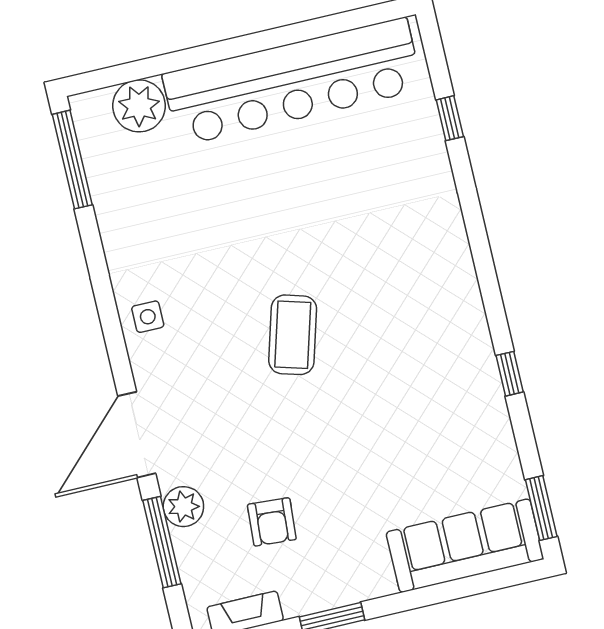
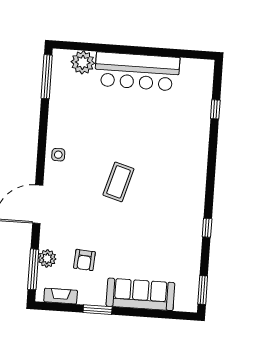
bar counter: (292, 82) -> (137, 71), width x0.73
plant: (183, 507) -> (47, 258), moved
window: (162, 542) -> (33, 269), moved
sofa: (465, 546) -> (140, 294), moved

